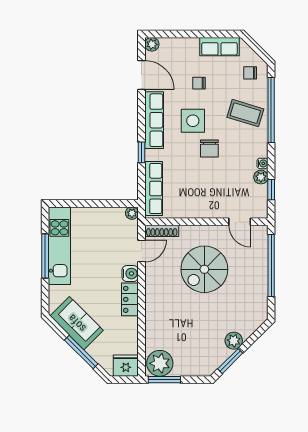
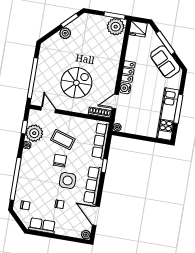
coffee table: (245, 113) -> (63, 140), moved
plant: (261, 177) -> (34, 133), width x1.87, depth x1.87

